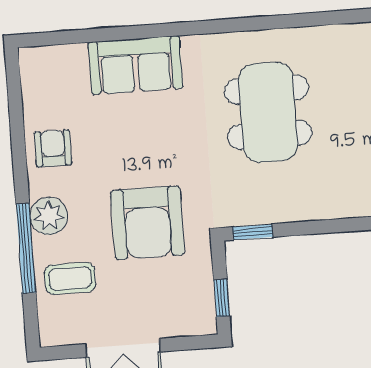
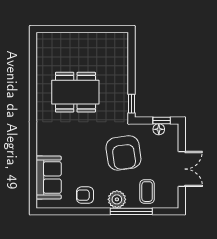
sofa: (135, 65) -> (49, 177), moved
armchair: (147, 223) -> (123, 153), turned 82
floor lamp: (203, 293) -> (159, 129), added

